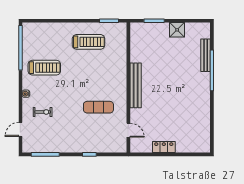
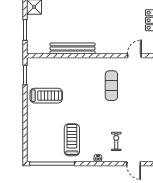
treadmill: (89, 42) -> (46, 96), turned 90
bench: (136, 85) -> (73, 48), moved

